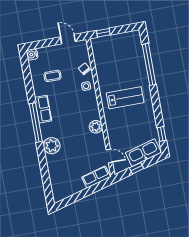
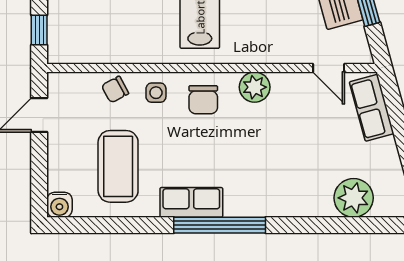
coffee table: (53, 76) -> (118, 166), width x1.86, depth x1.72
chair: (87, 106) -> (203, 100), added
plant: (52, 146) -> (354, 198), moved
door: (109, 156) -> (329, 68), swing flipped

